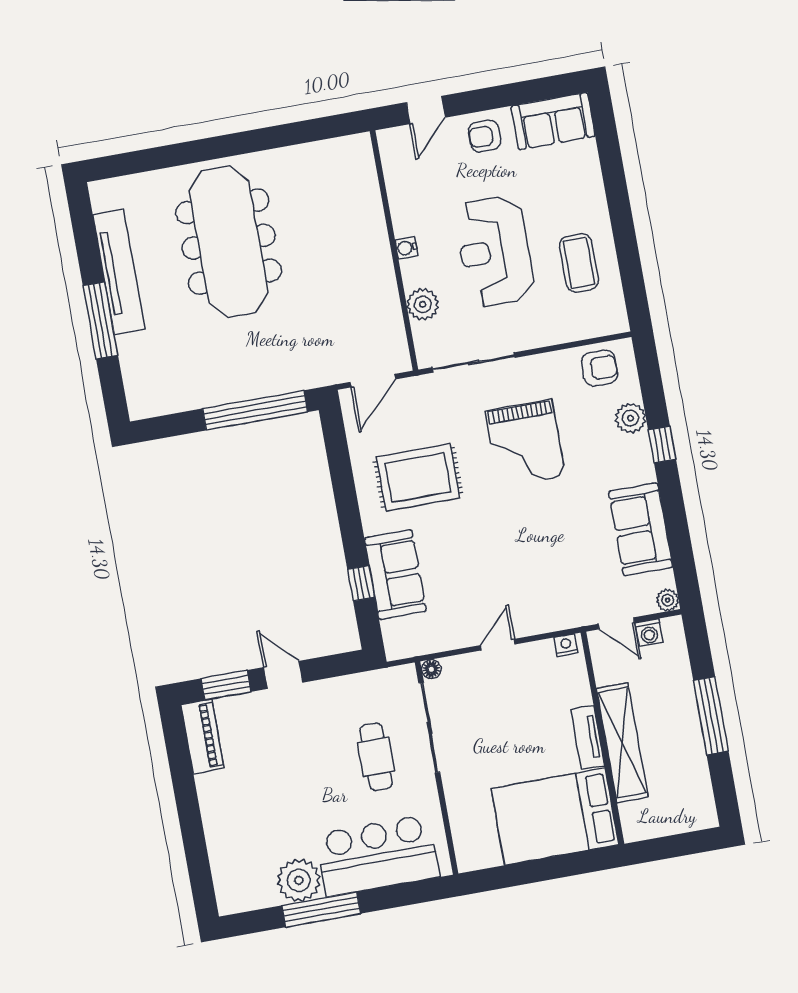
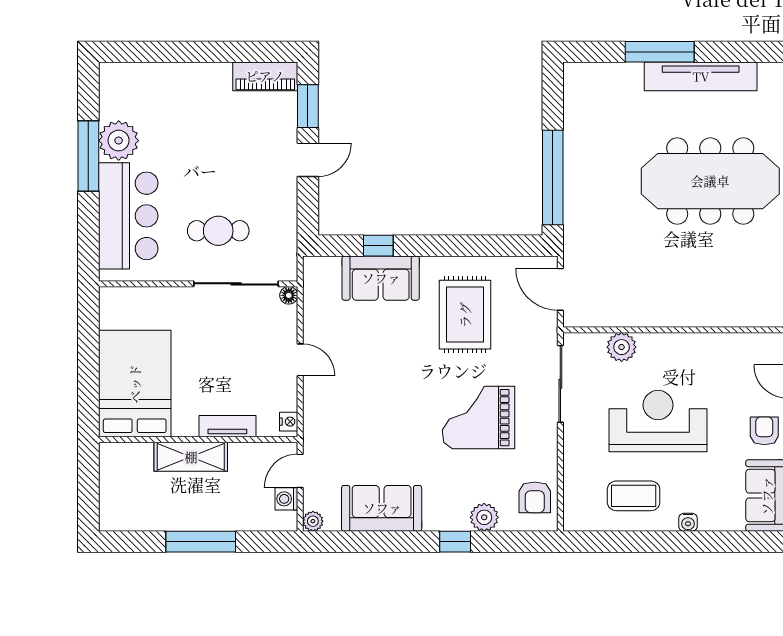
water cooler: (406, 248) -> (688, 522), moved, turned 180
tv unit: (588, 737) -> (227, 426), moved
shelving: (622, 743) -> (191, 457), width x0.68

